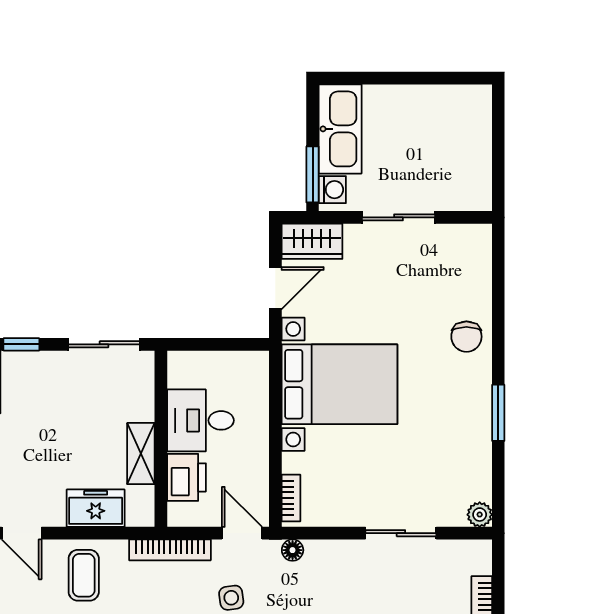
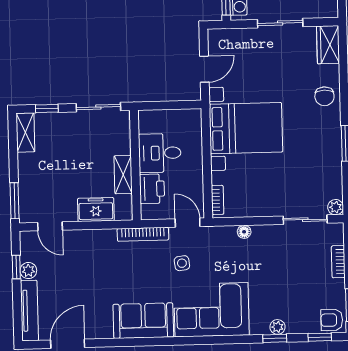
wardrobe: (312, 241) -> (328, 45), moved, turned 90
sliding door: (401, 533) -> (305, 220), moved
floor lamp: (293, 550) -> (244, 232), moved
coffee table: (84, 575) -> (89, 252), removed

